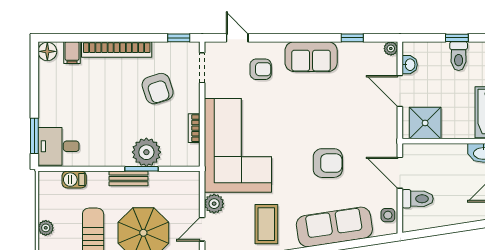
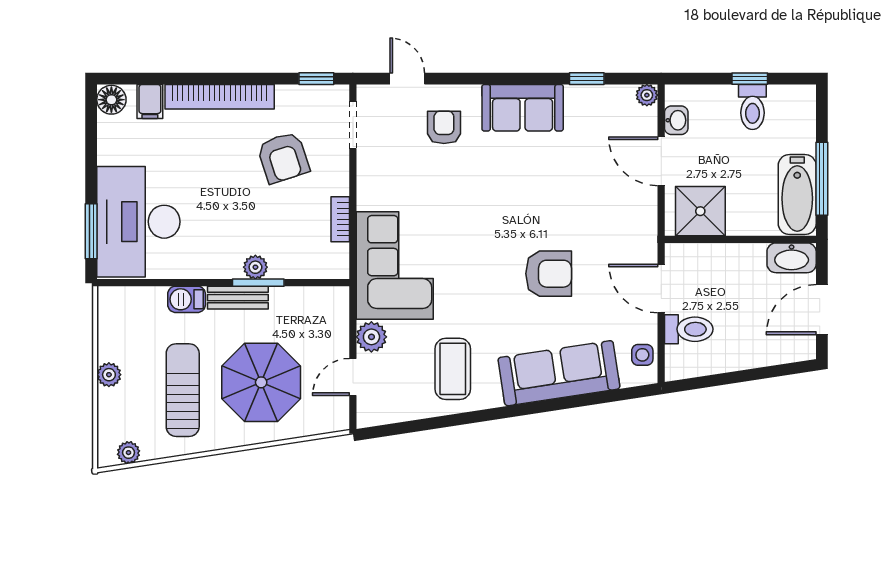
armchair: (261, 69) -> (444, 127), turned -90
corner sofa: (238, 145) -> (395, 266), width x0.73, depth x0.74
desk: (58, 146) -> (138, 222), width x1.87, depth x1.30
plant: (146, 152) -> (255, 267), width x0.53, depth x0.53
barbecue: (74, 180) -> (187, 299), moved

